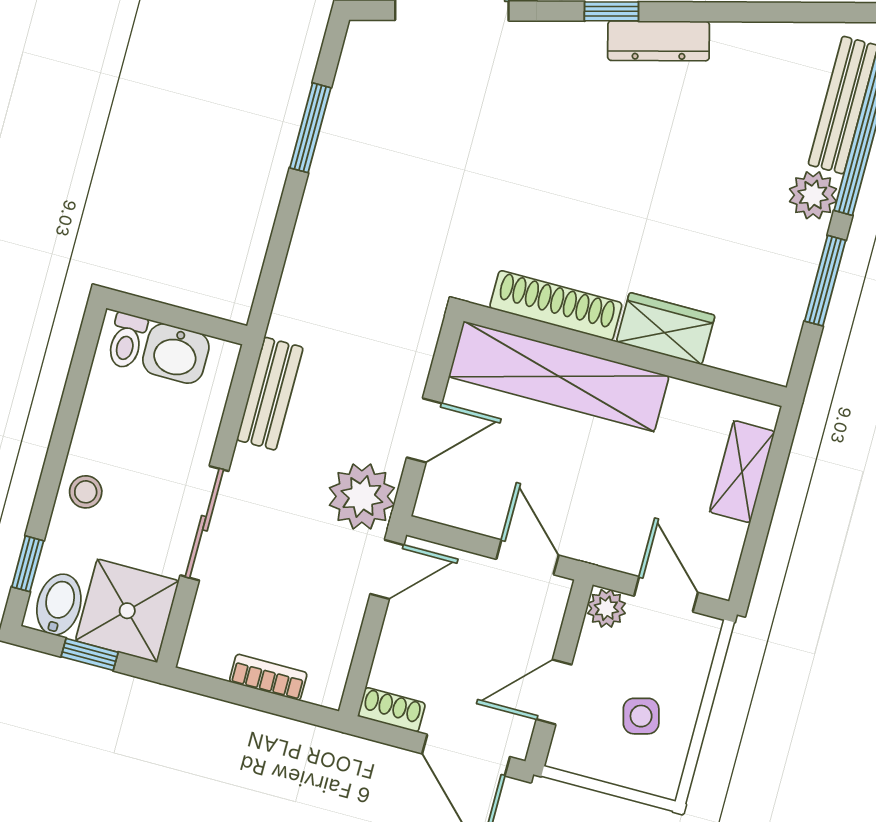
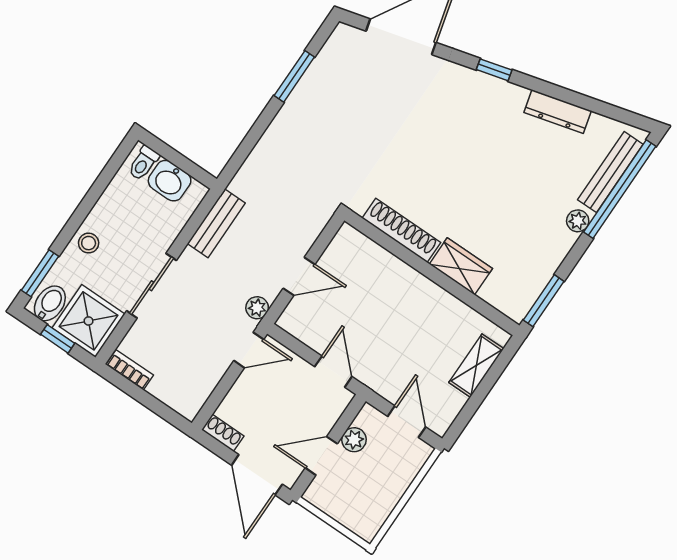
dresser: (659, 41) -> (558, 112), moved
plant: (813, 195) -> (578, 221), width x0.73, depth x0.73
window: (825, 281) -> (544, 301), moved
shelving: (559, 376) -> (389, 272), removed
plant: (362, 496) -> (257, 308), width x0.53, depth x0.53
window: (28, 564) -> (40, 273), width x1.50
plant: (606, 608) -> (354, 440), moved
bookcase: (268, 677) -> (130, 370), moved
side table: (641, 716) -> (367, 488), removed

